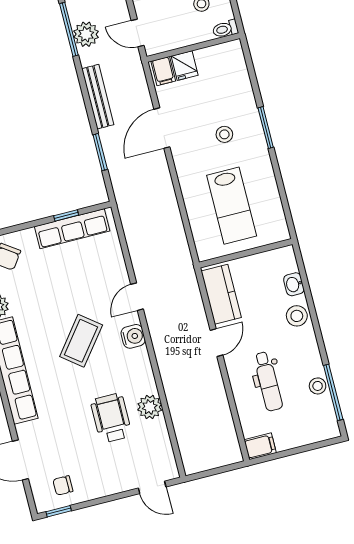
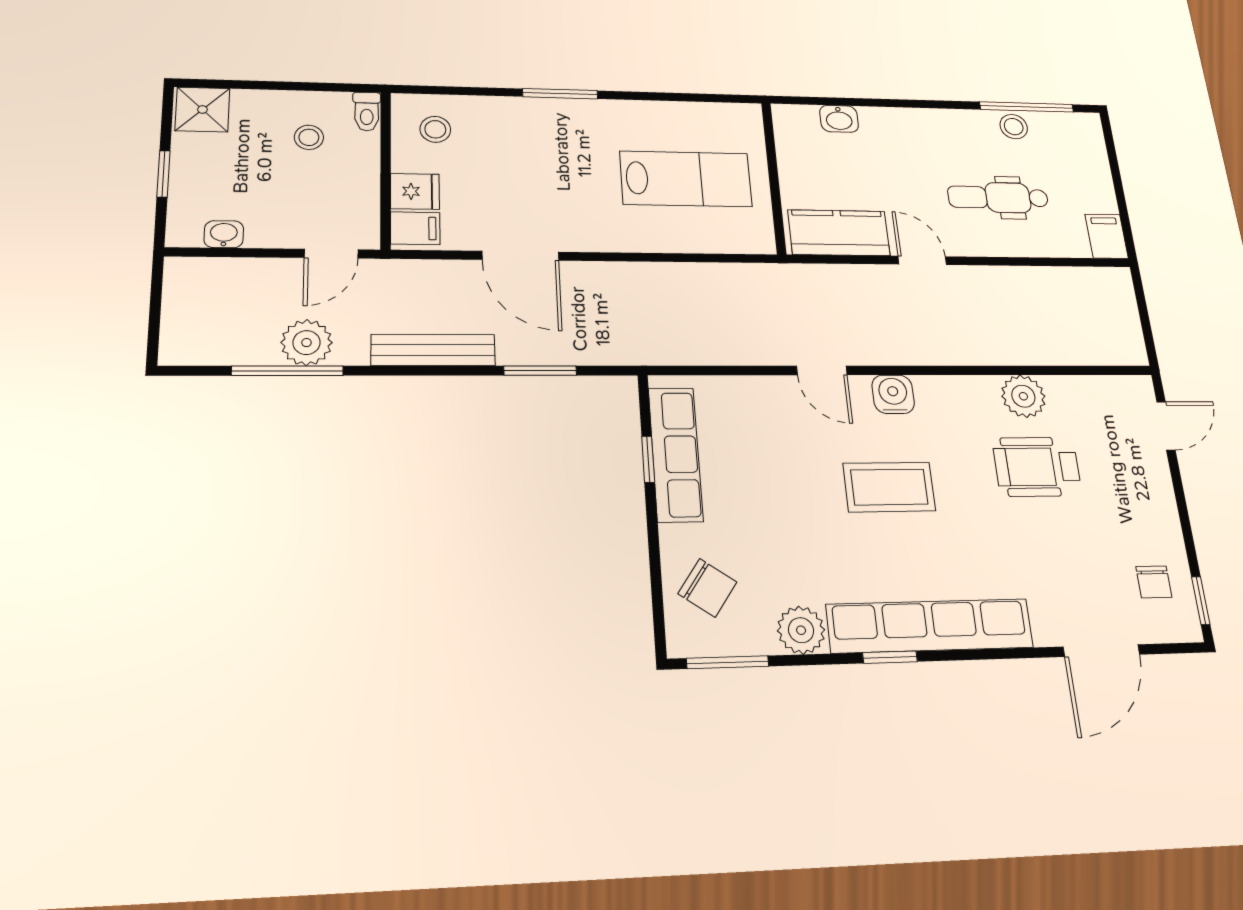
stool: (224, 134) -> (435, 129), moved
stool: (297, 316) -> (893, 128), removed
coffee table: (81, 341) -> (889, 487), turned -38
dental chair: (268, 381) -> (998, 197), turned 180

